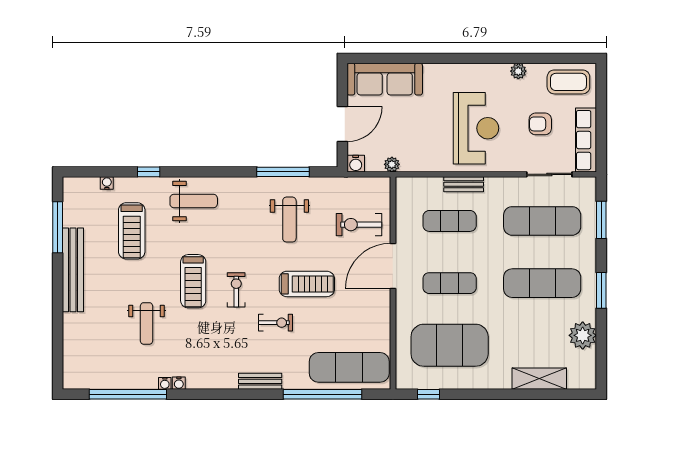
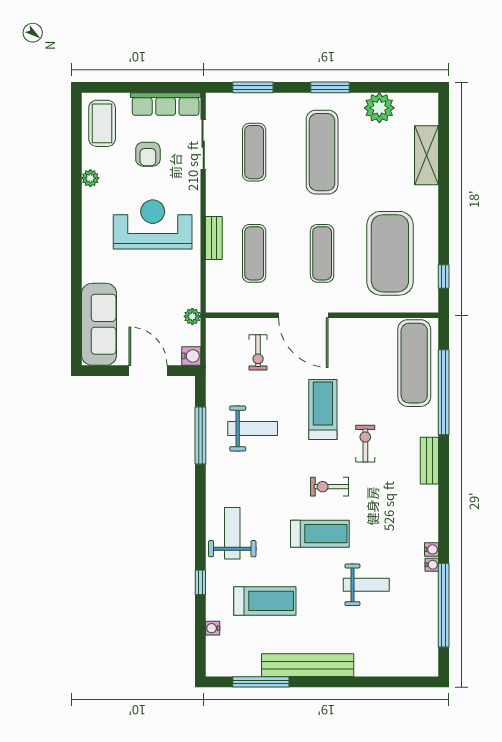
exercise mat: (542, 221) -> (254, 152), width x0.73, depth x0.69
exercise bike: (359, 225) -> (258, 352), width x0.73, depth x0.72

